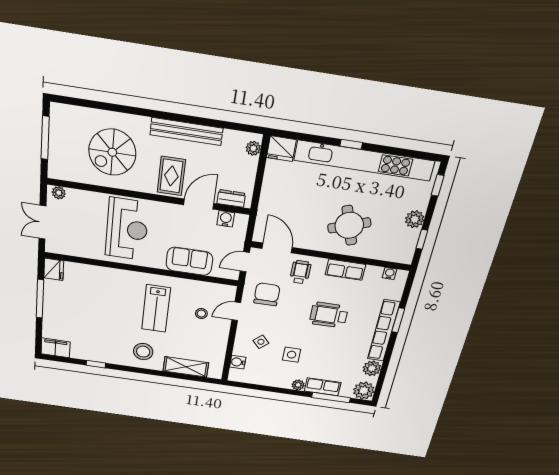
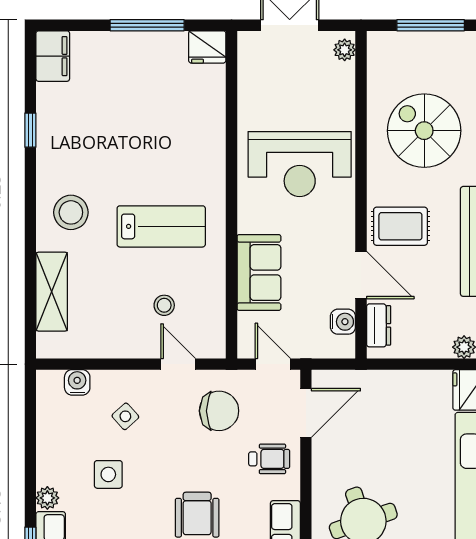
lab bench: (156, 308) -> (161, 226), turned 180

